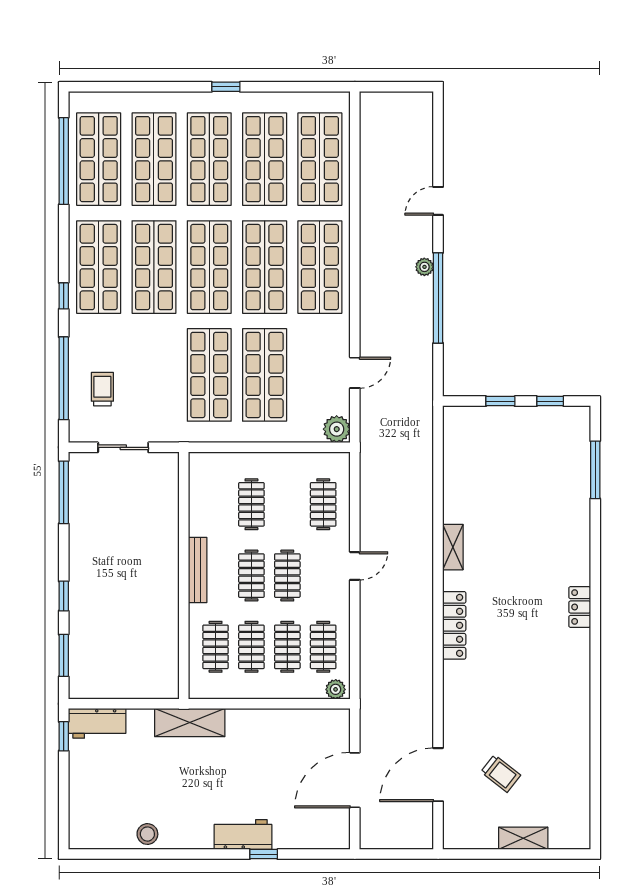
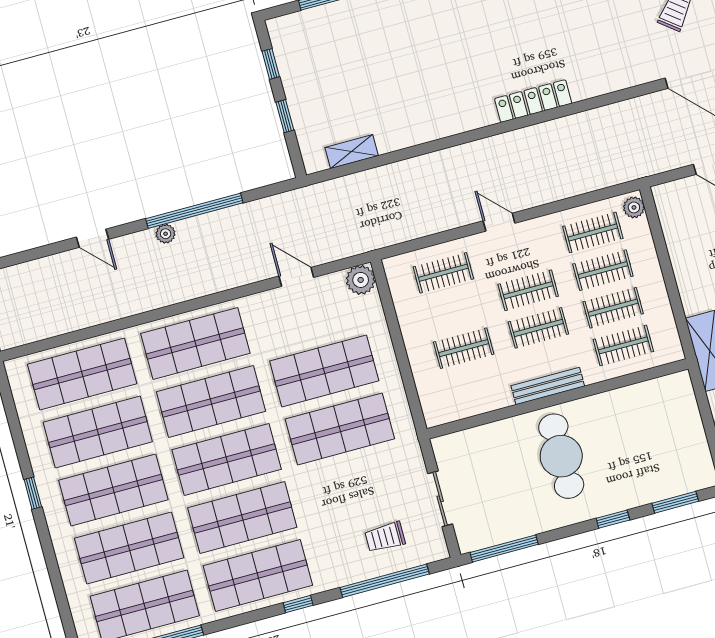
shelving: (453, 547) -> (352, 152), moved
cafe table: (132, 565) -> (561, 456), added

